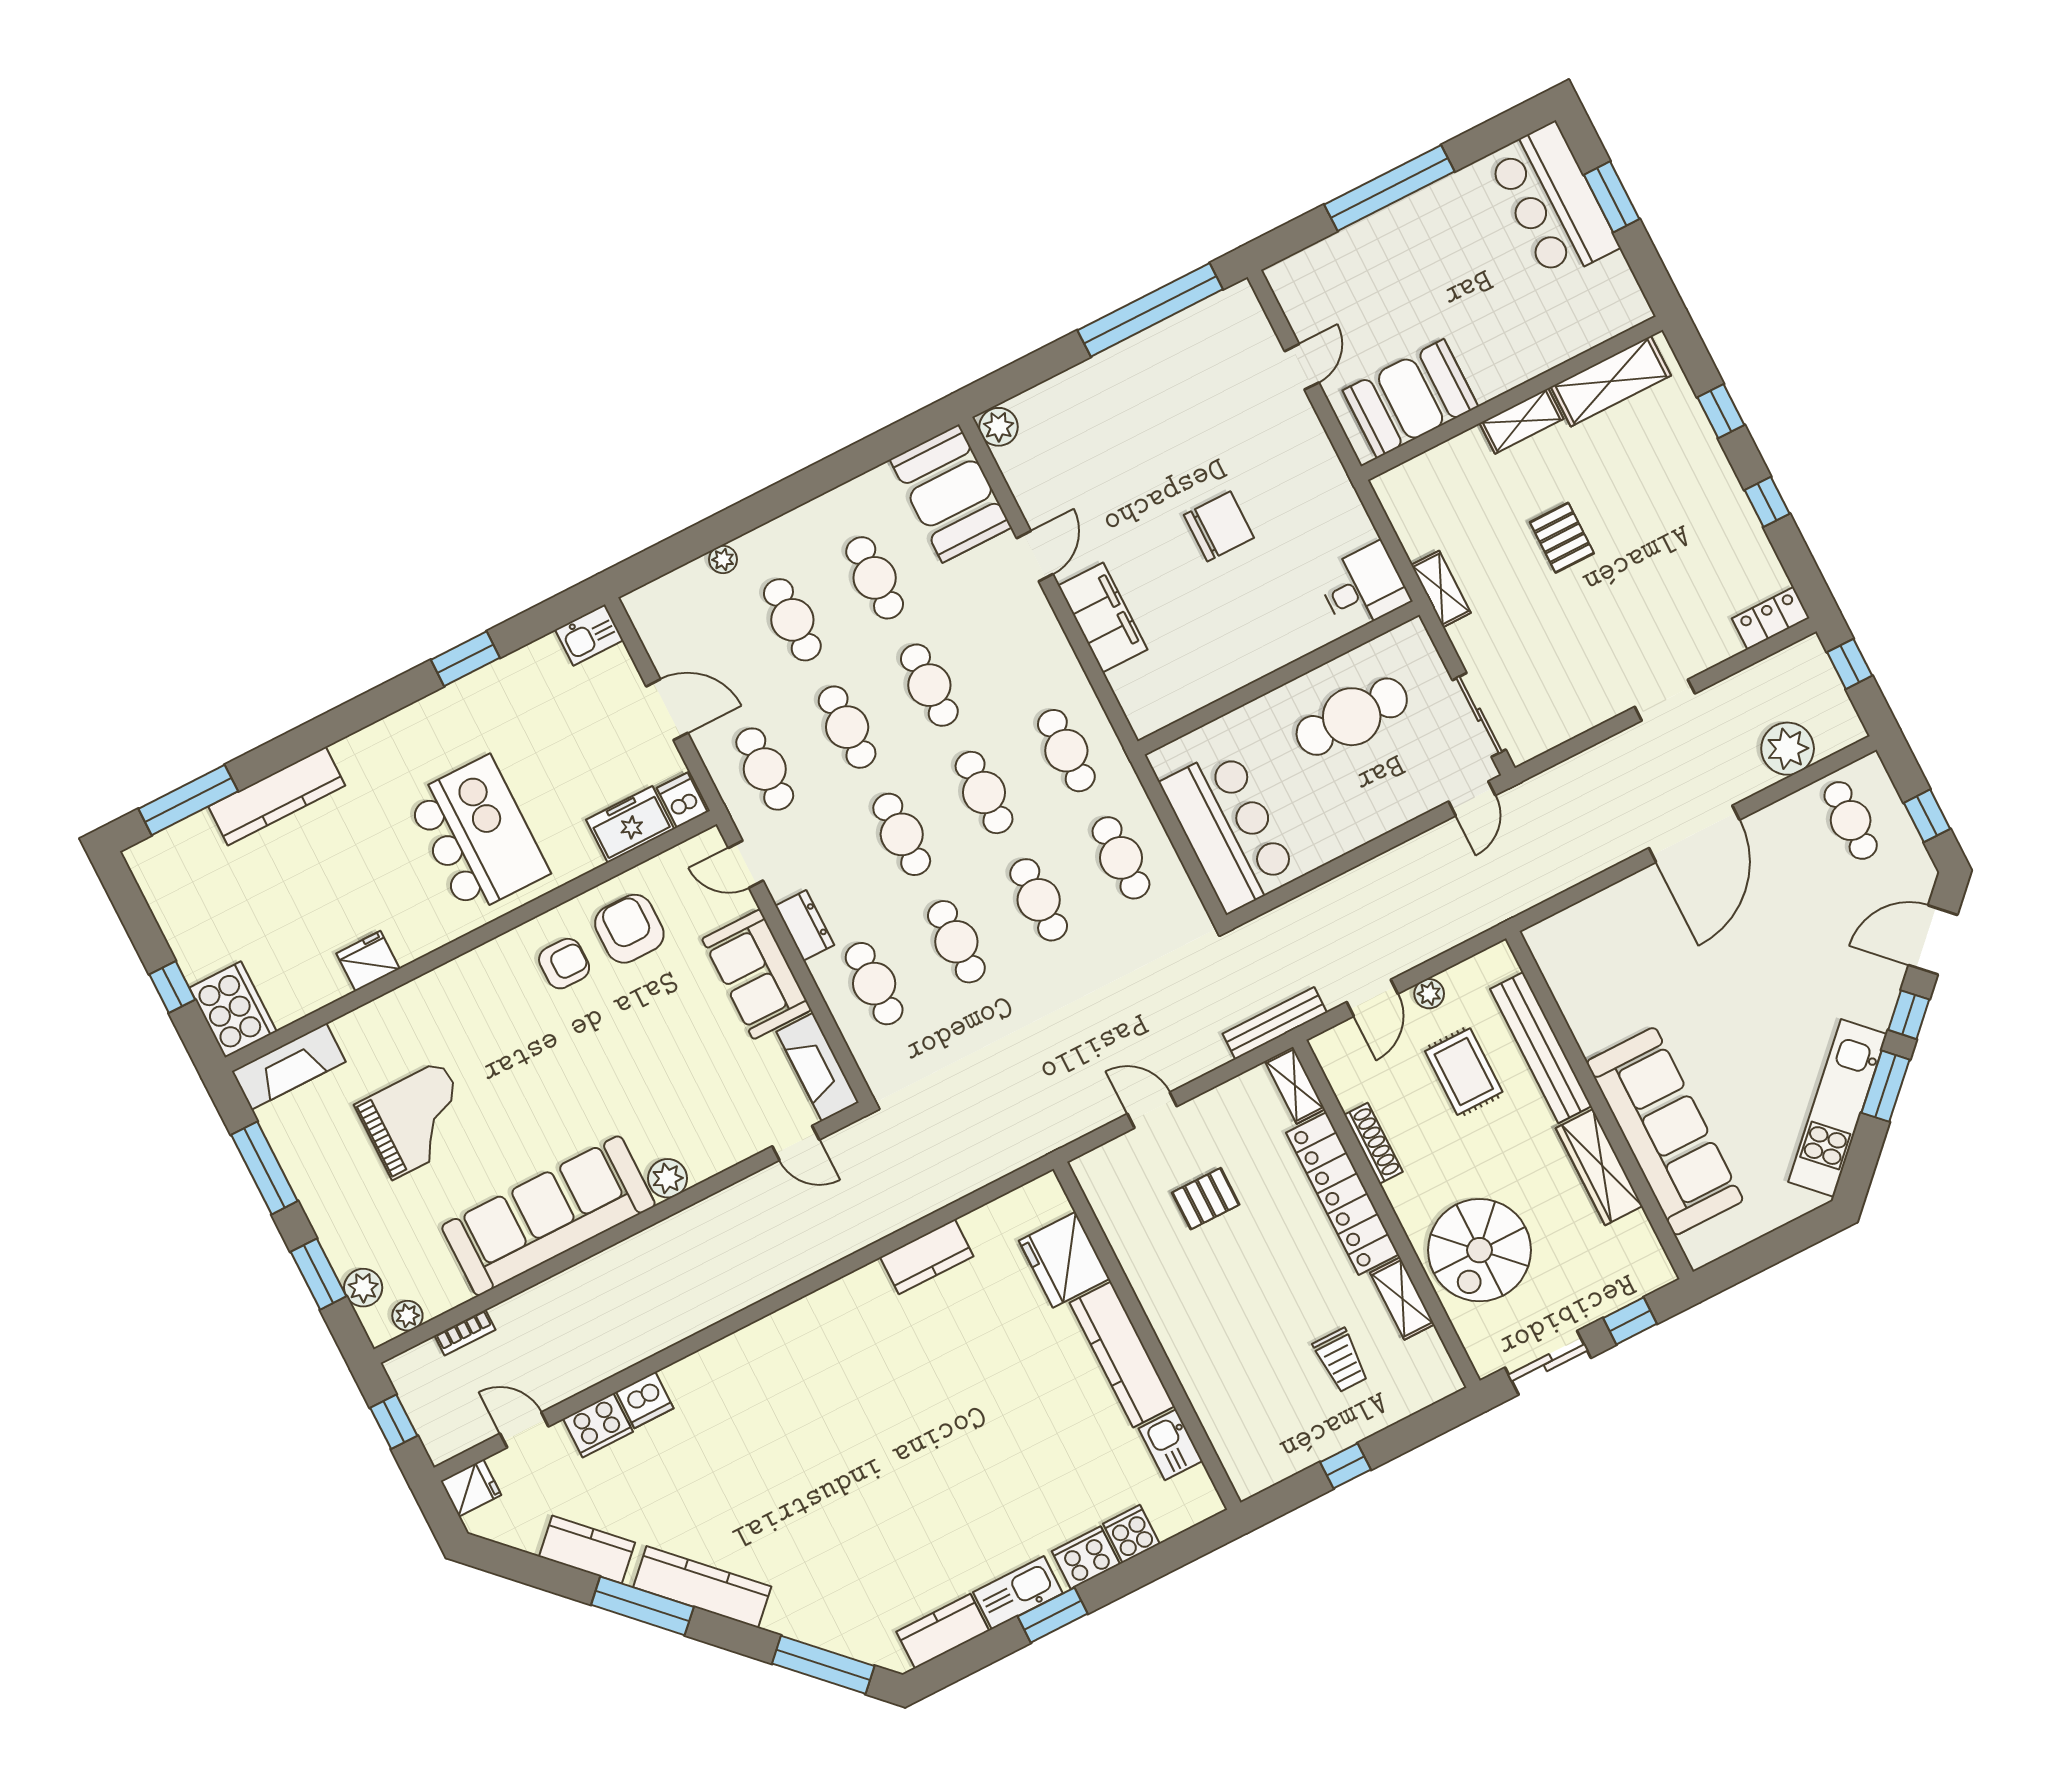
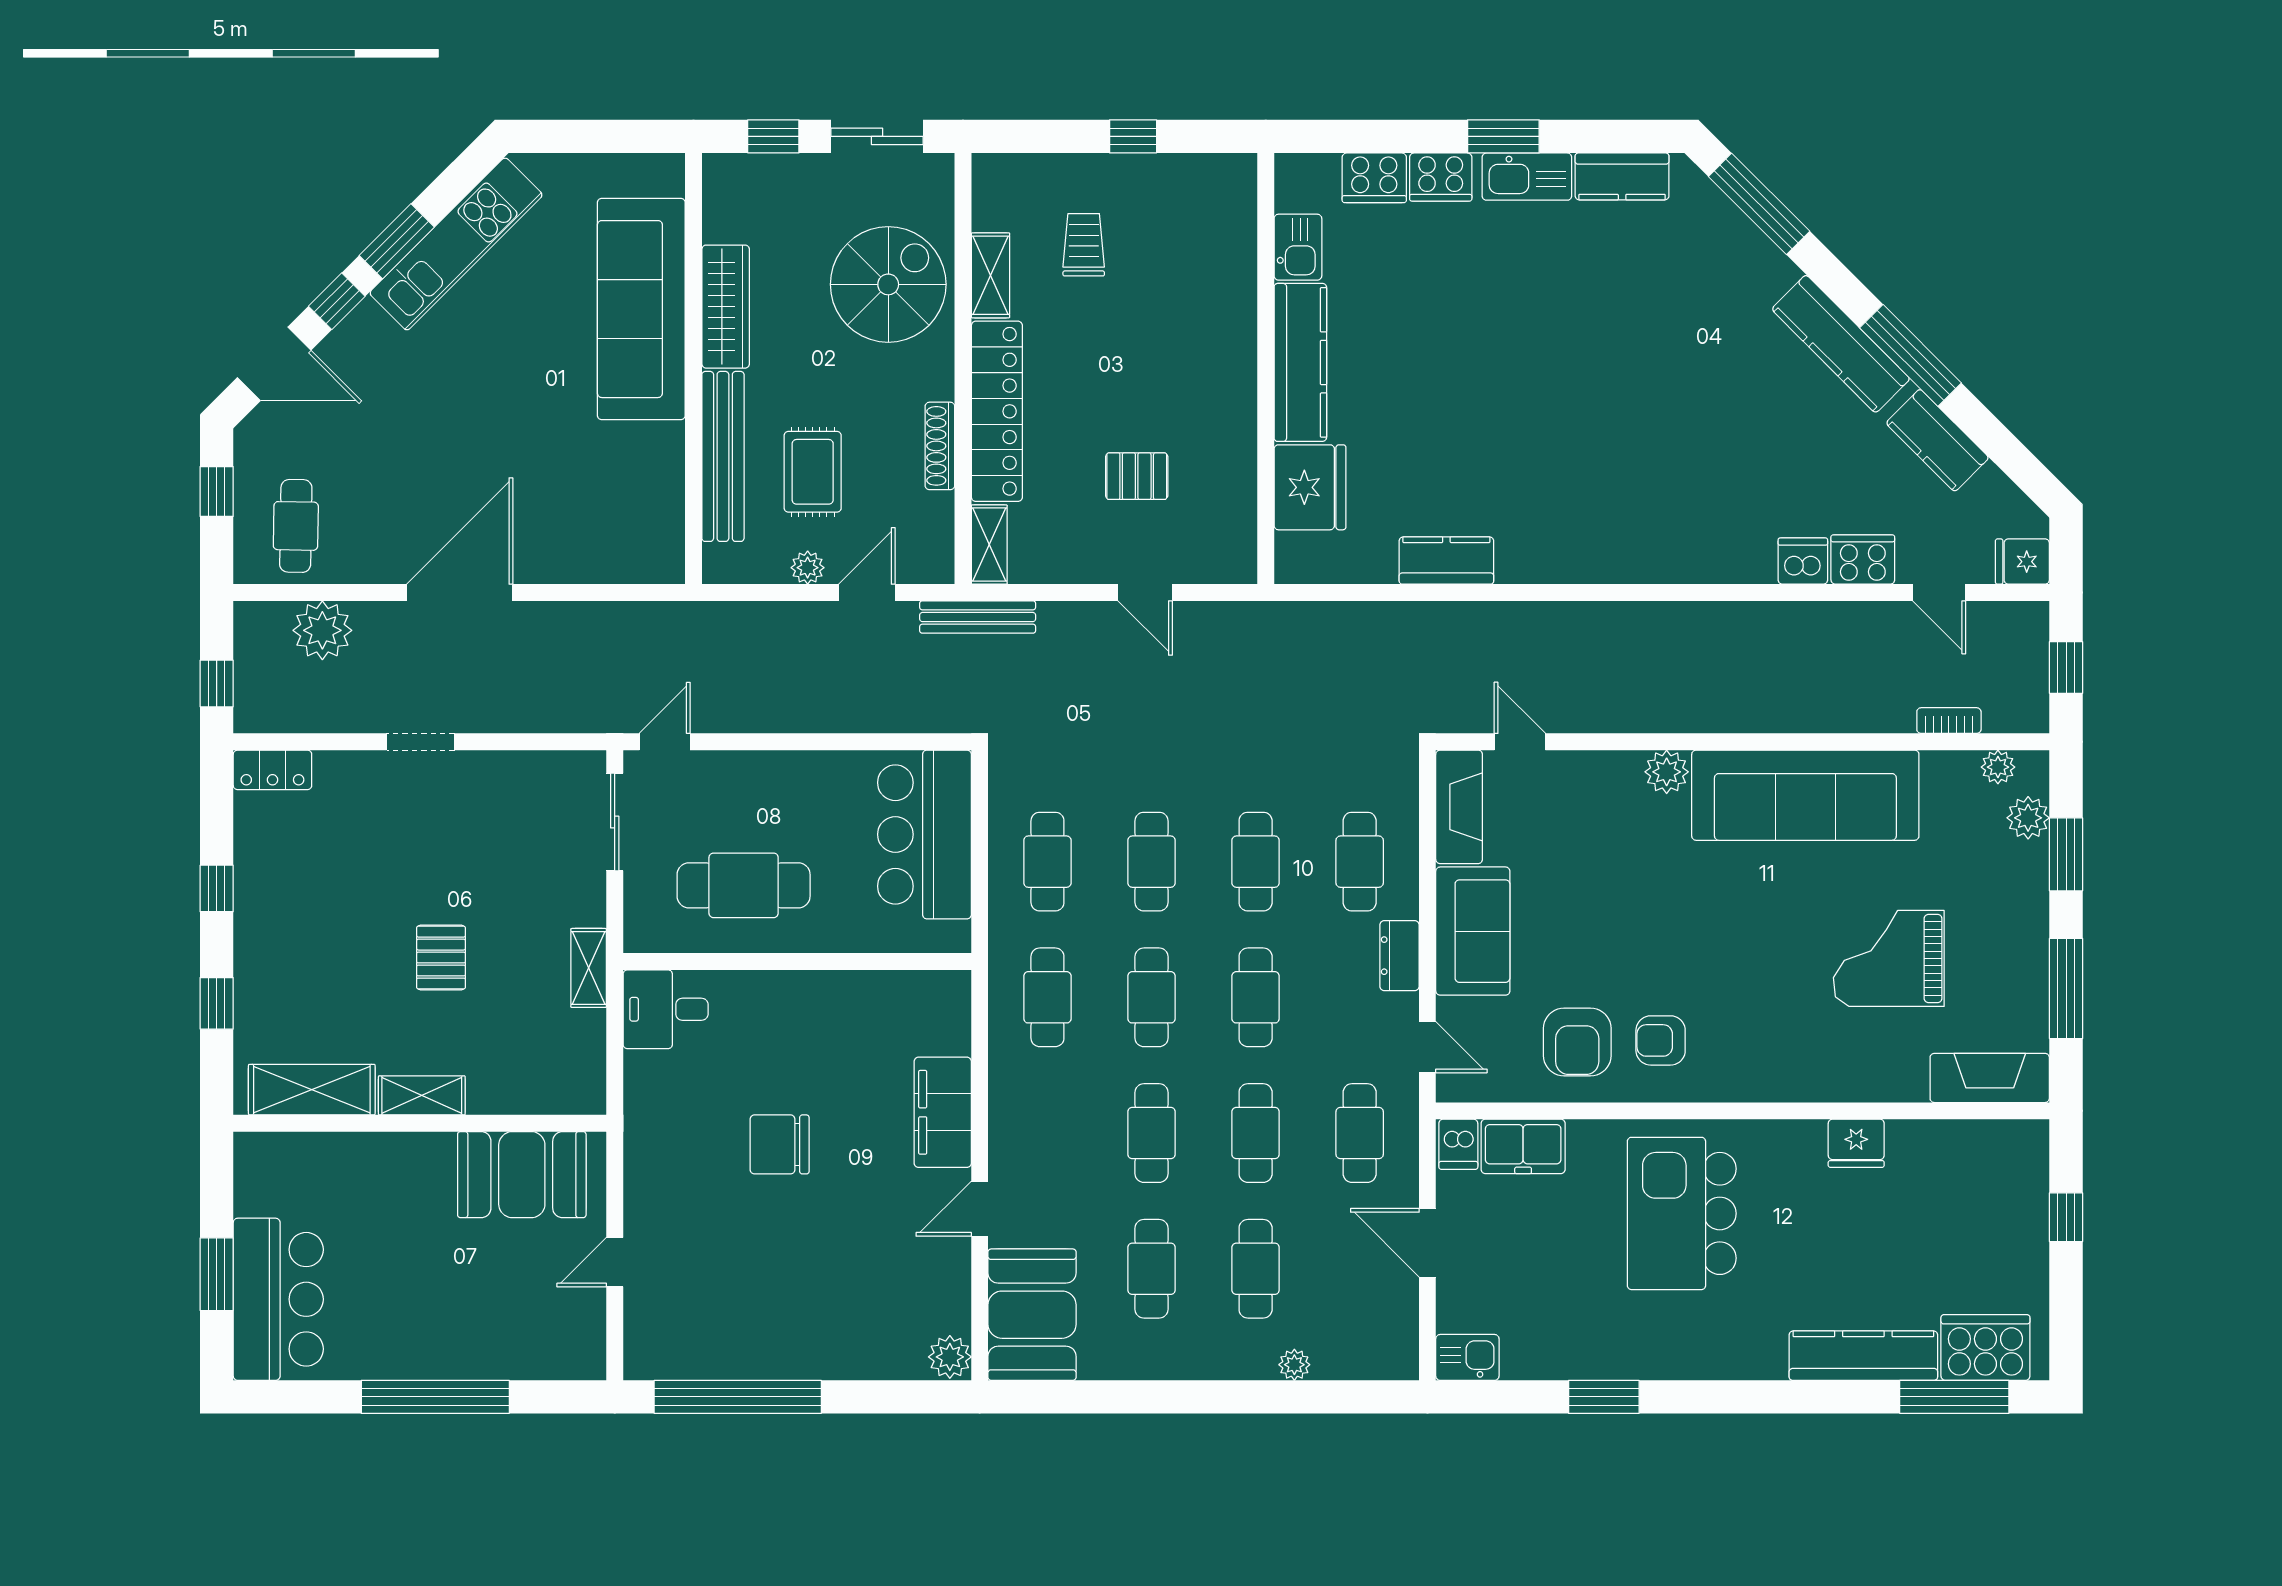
cooker: (233, 1010) -> (1985, 1348), moved, turned 90
cooker: (1131, 1534) -> (1374, 178), width x1.36

